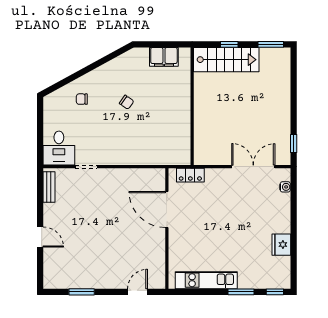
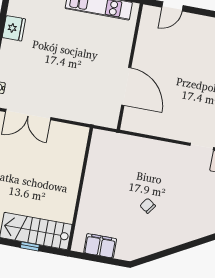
chair: (82, 99) -> (193, 218), removed
locker: (190, 175) -> (95, 118), removed

